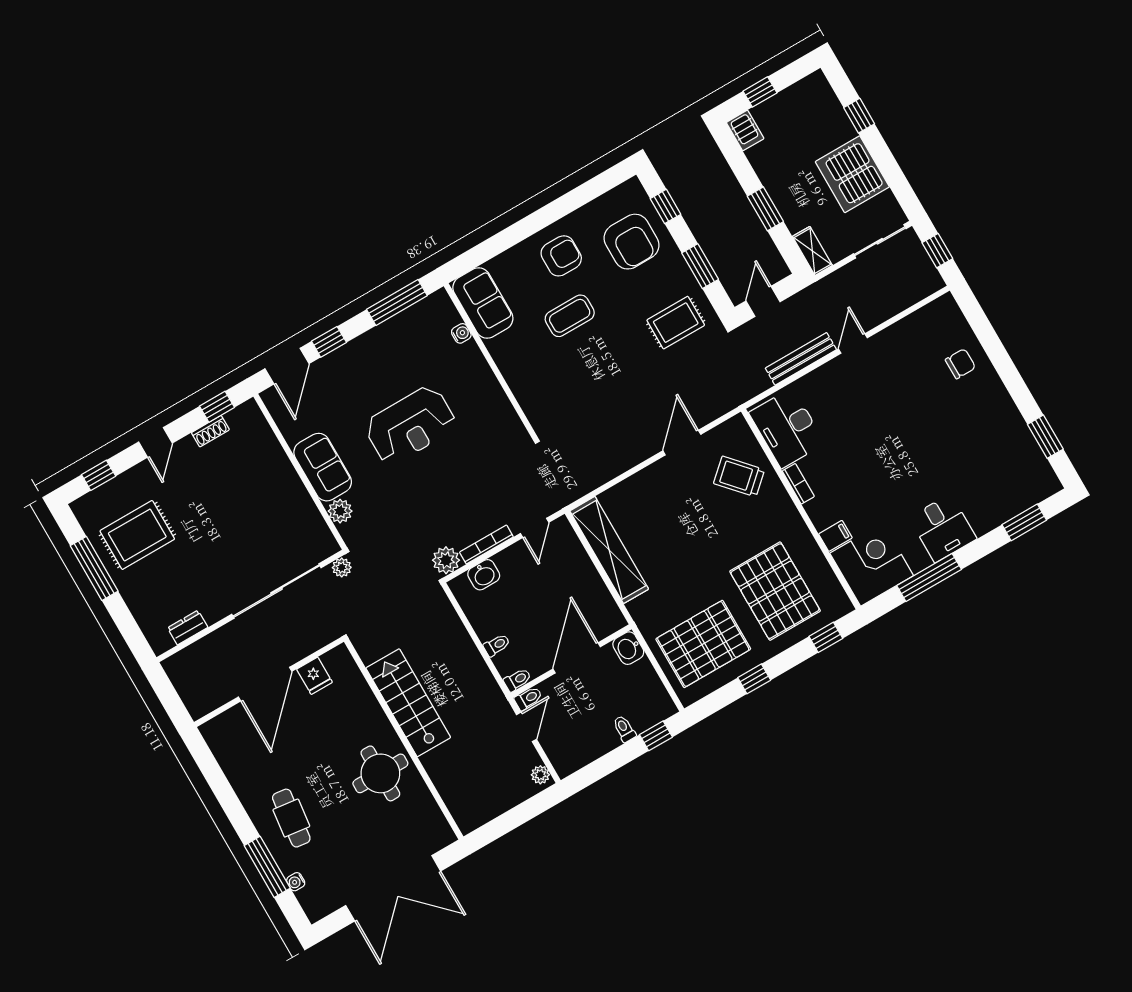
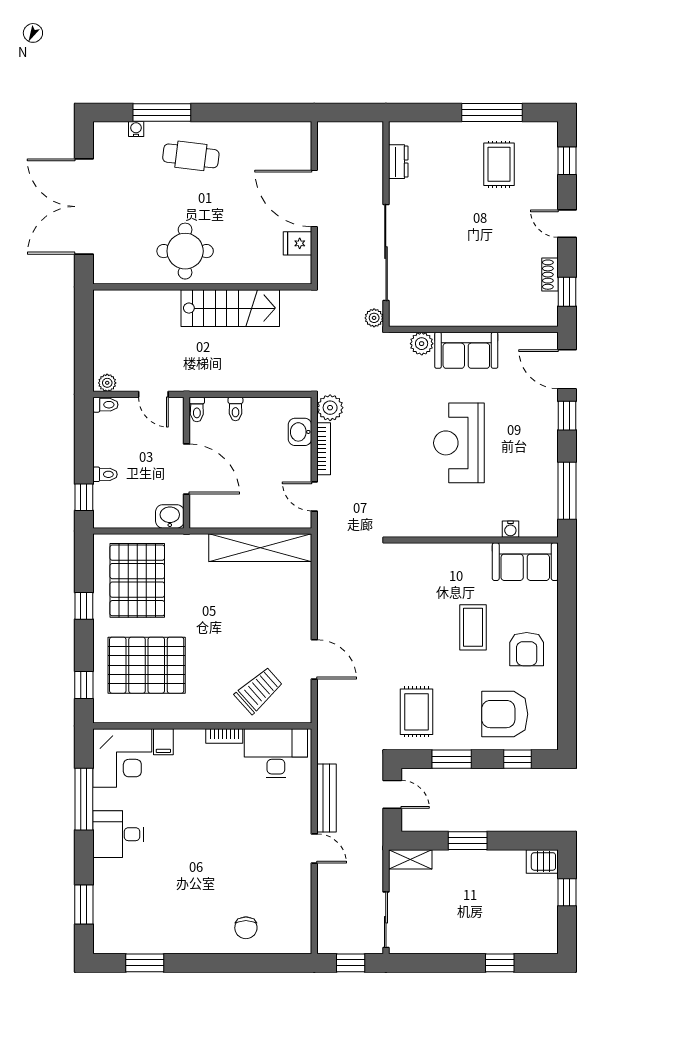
server rack: (852, 174) -> (455, 929), removed
rug: (137, 535) -> (499, 164), width x0.73, depth x0.70
toilet: (528, 698) -> (105, 405), moved, turned -90

